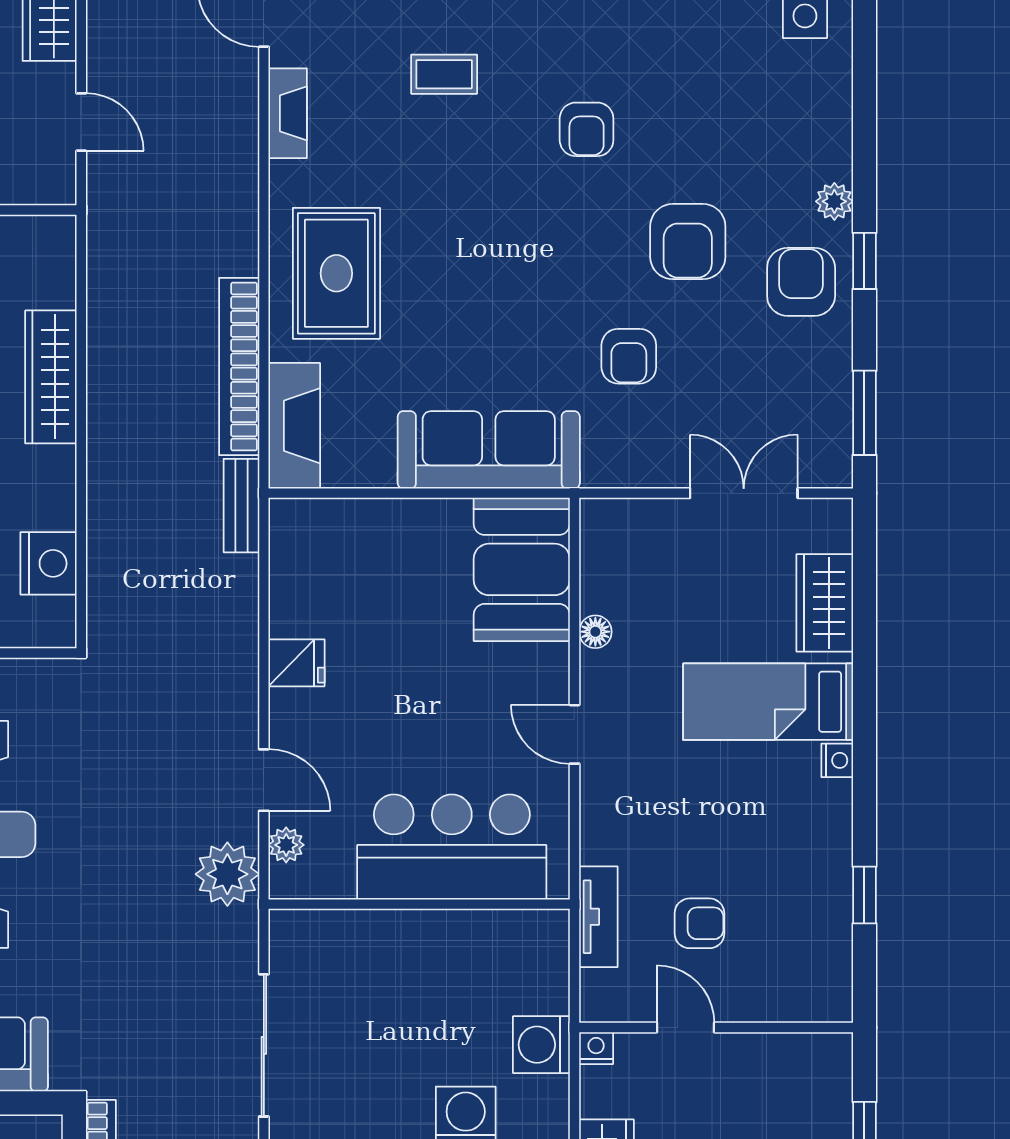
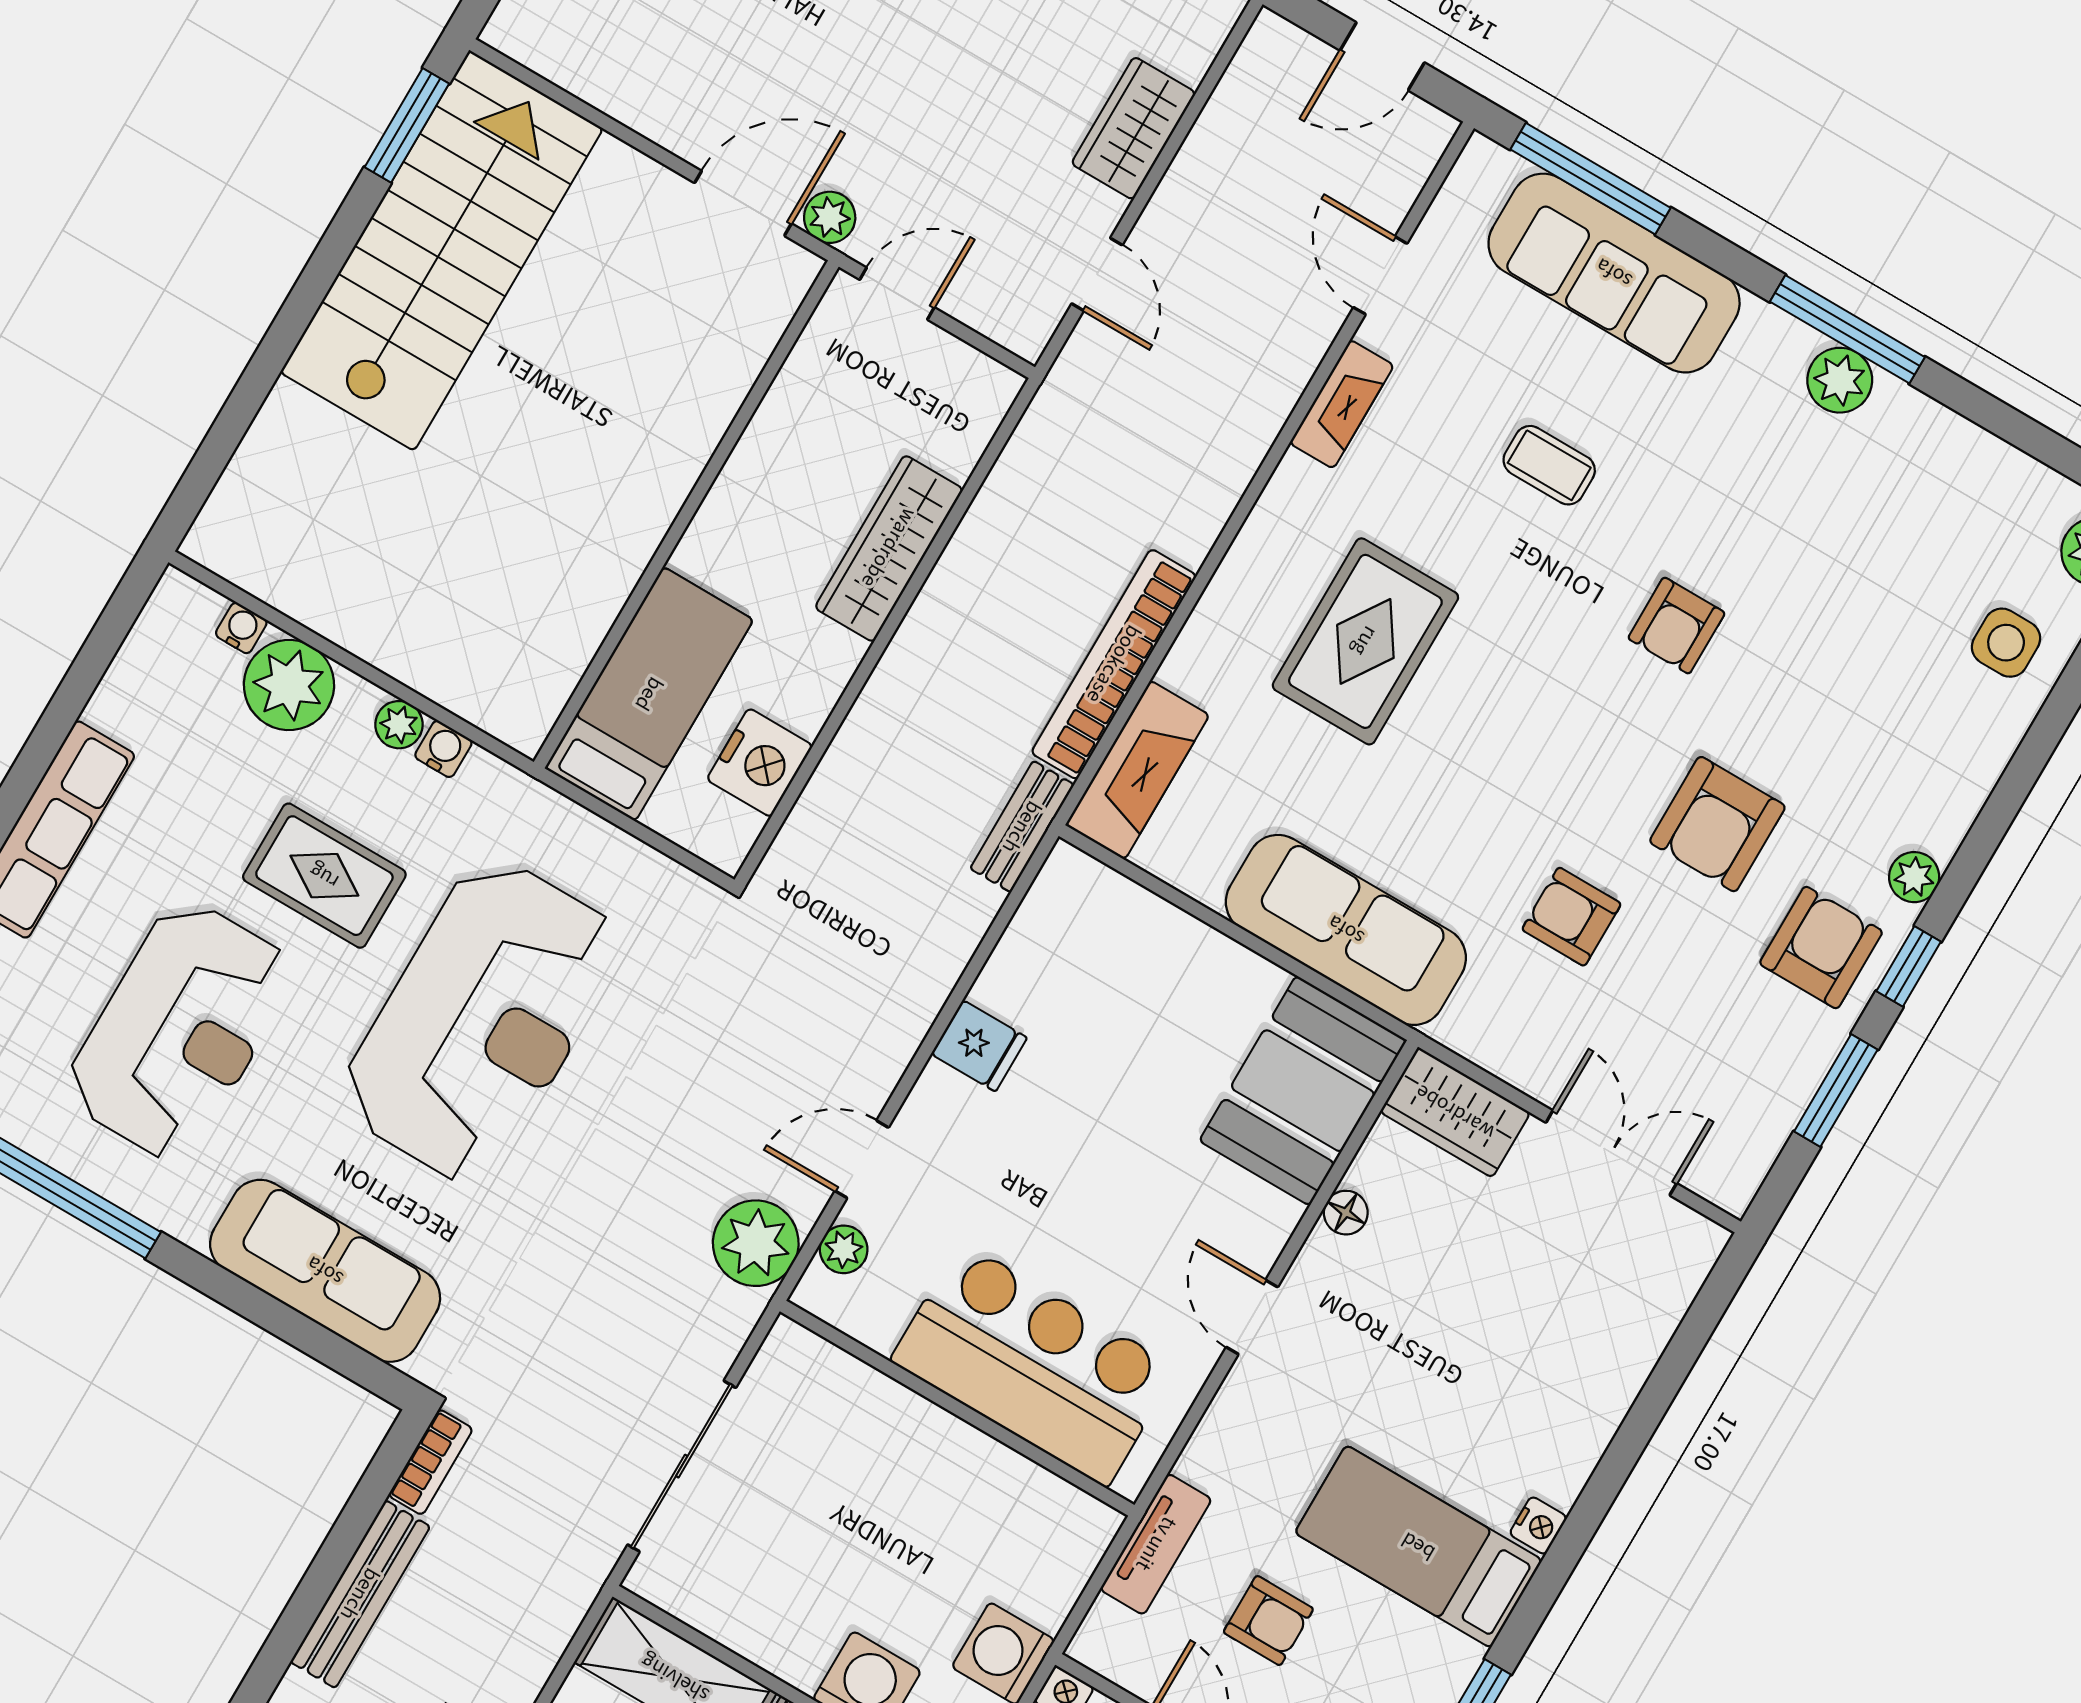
rug: (336, 273) -> (1365, 641), moved
armchair: (629, 356) -> (1571, 917), turned 90
window: (864, 413) -> (1836, 1090), moved
wardrobe: (825, 603) -> (1455, 1112), moved, turned -90
bed: (768, 702) -> (1418, 1546), moved
door: (264, 780) -> (862, 1159), swing flipped

